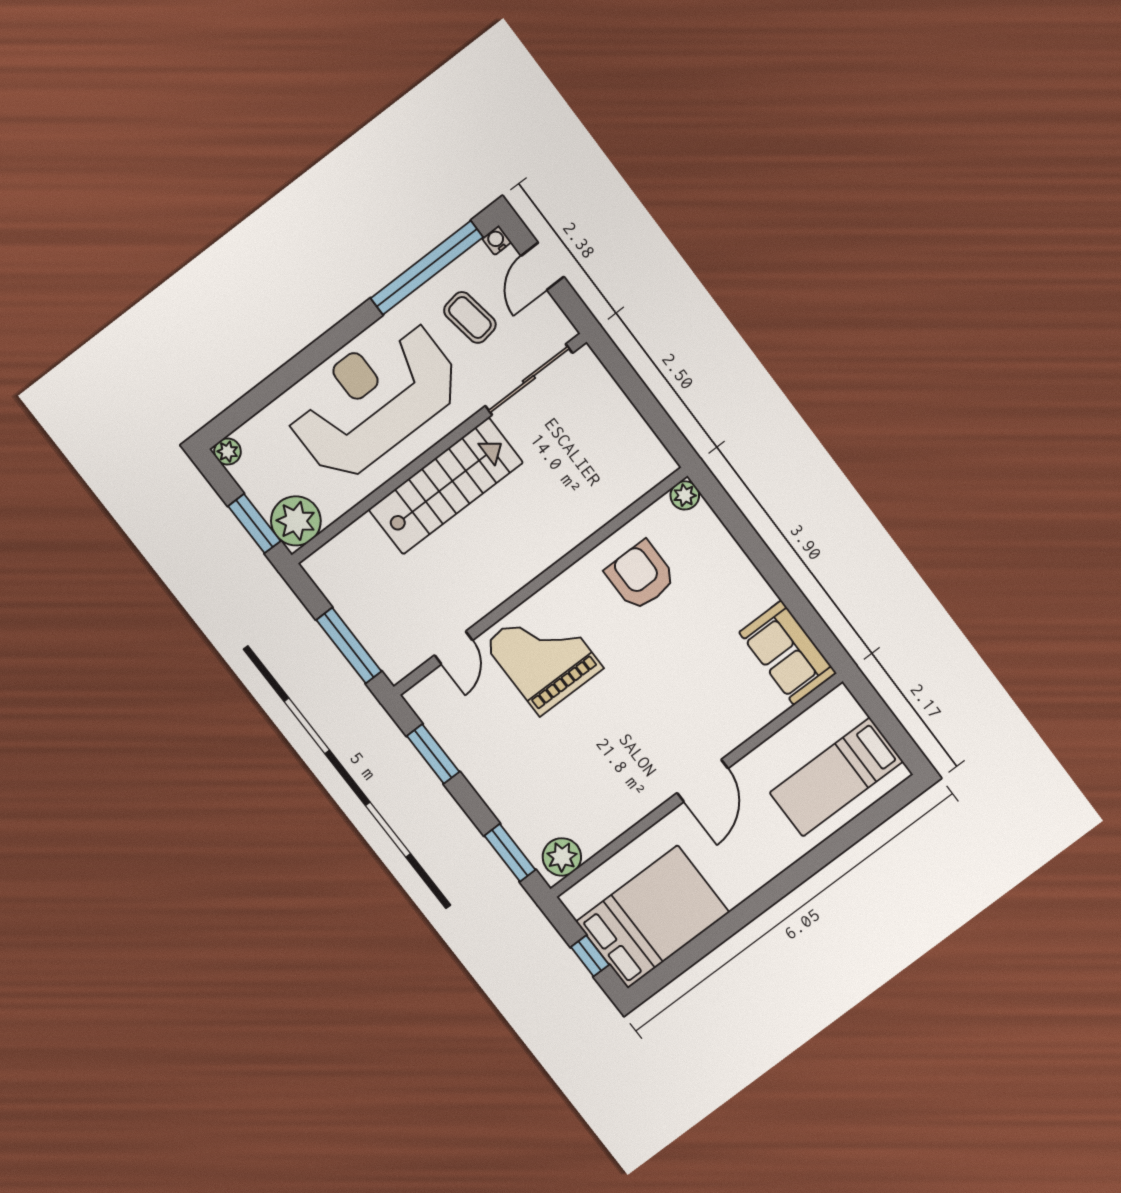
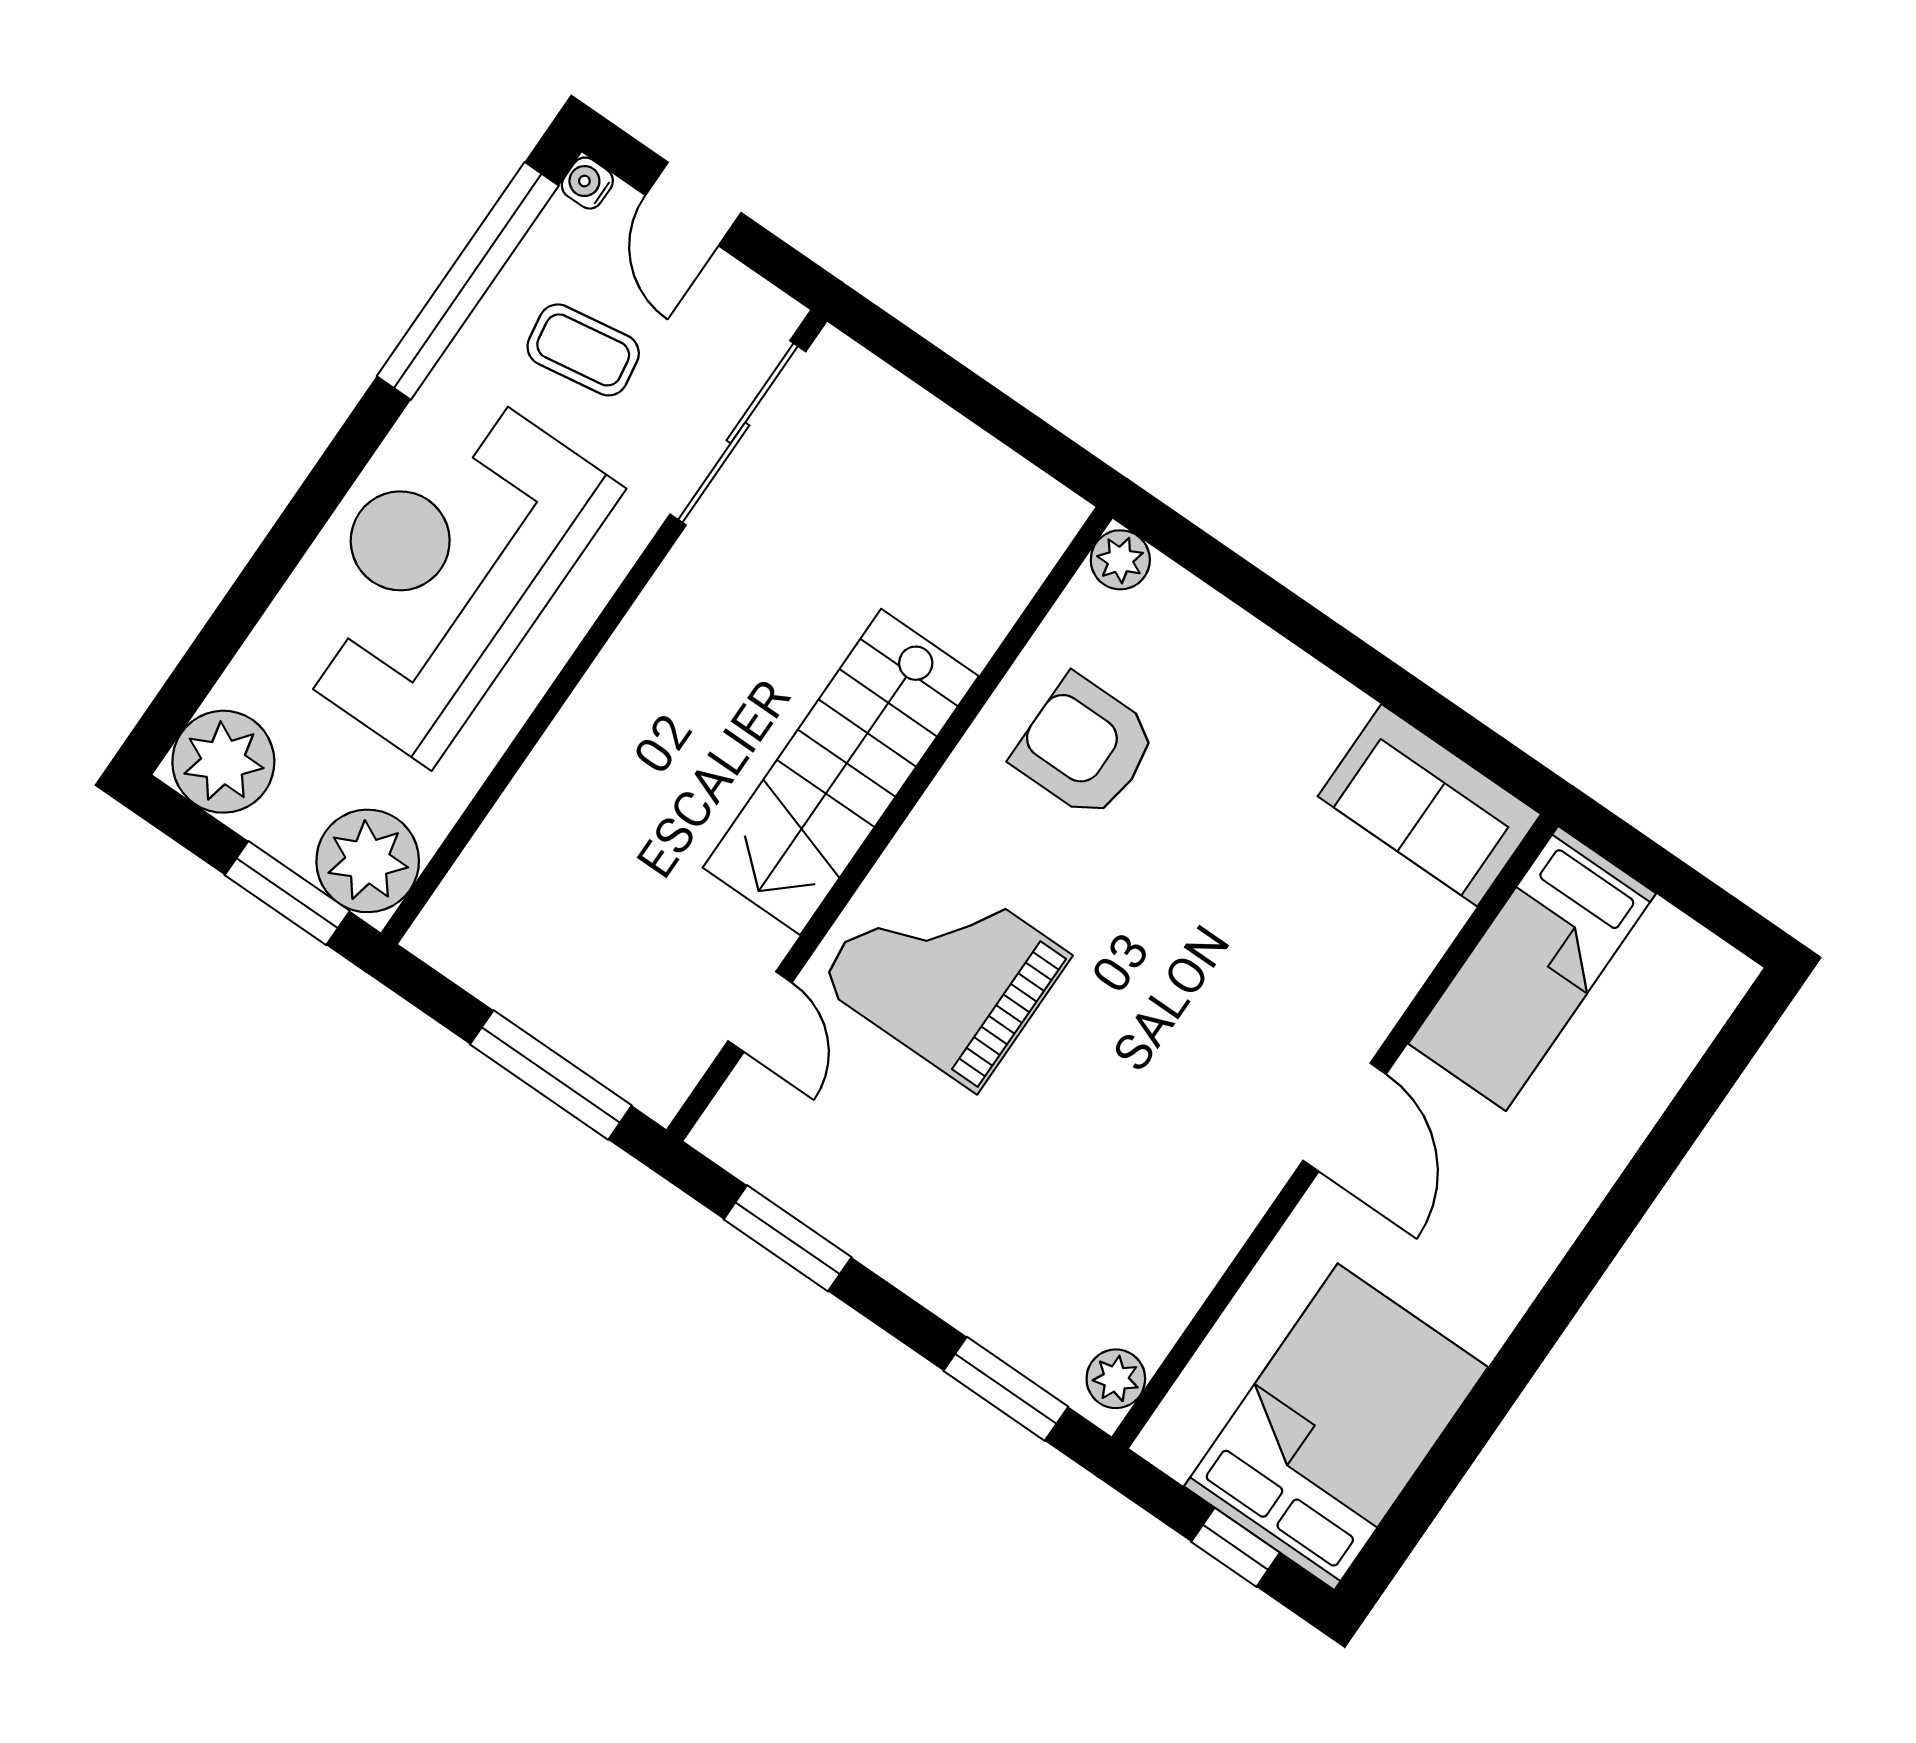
plant: (228, 452) -> (223, 762), width x1.87, depth x1.87
stairs: (446, 486) -> (841, 772), moved, turned 180
bed: (836, 777) -> (1532, 969), moved
plant: (562, 857) -> (1116, 1379), width x0.73, depth x0.73

